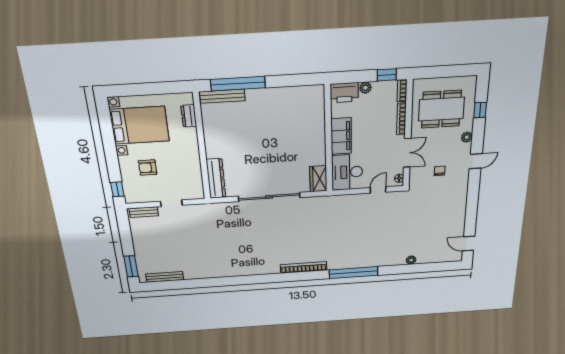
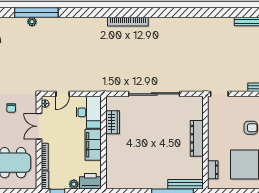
dresser: (216, 178) -> (197, 138), moved
wardrobe: (318, 179) -> (113, 122), moved
doorway: (171, 203) -> (219, 94), moved
window: (354, 273) -> (36, 12), moved

